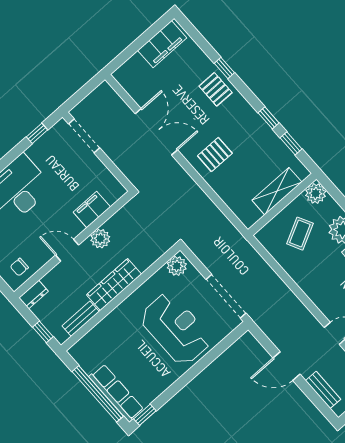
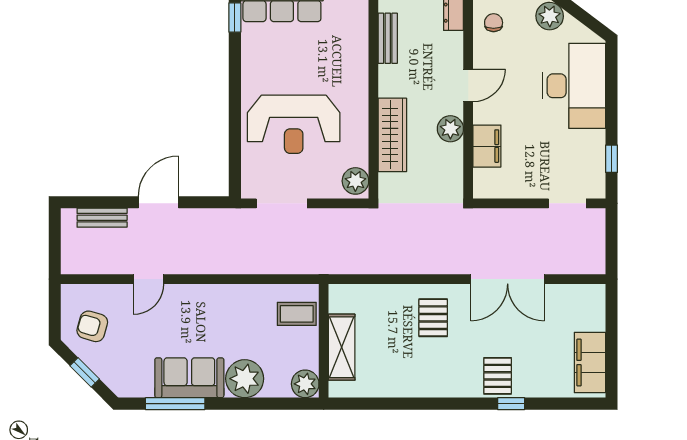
pallet: (216, 89) -> (498, 376), turned 90
window: (269, 118) -> (422, 404), removed
doorway: (84, 136) -> (567, 203), width x0.73
window: (291, 143) -> (377, 404), removed
coffee table: (300, 234) -> (297, 314), moved, turned -63
wardrobe: (114, 284) -> (392, 135), moved
doorway: (226, 296) -> (282, 203), width x0.73

